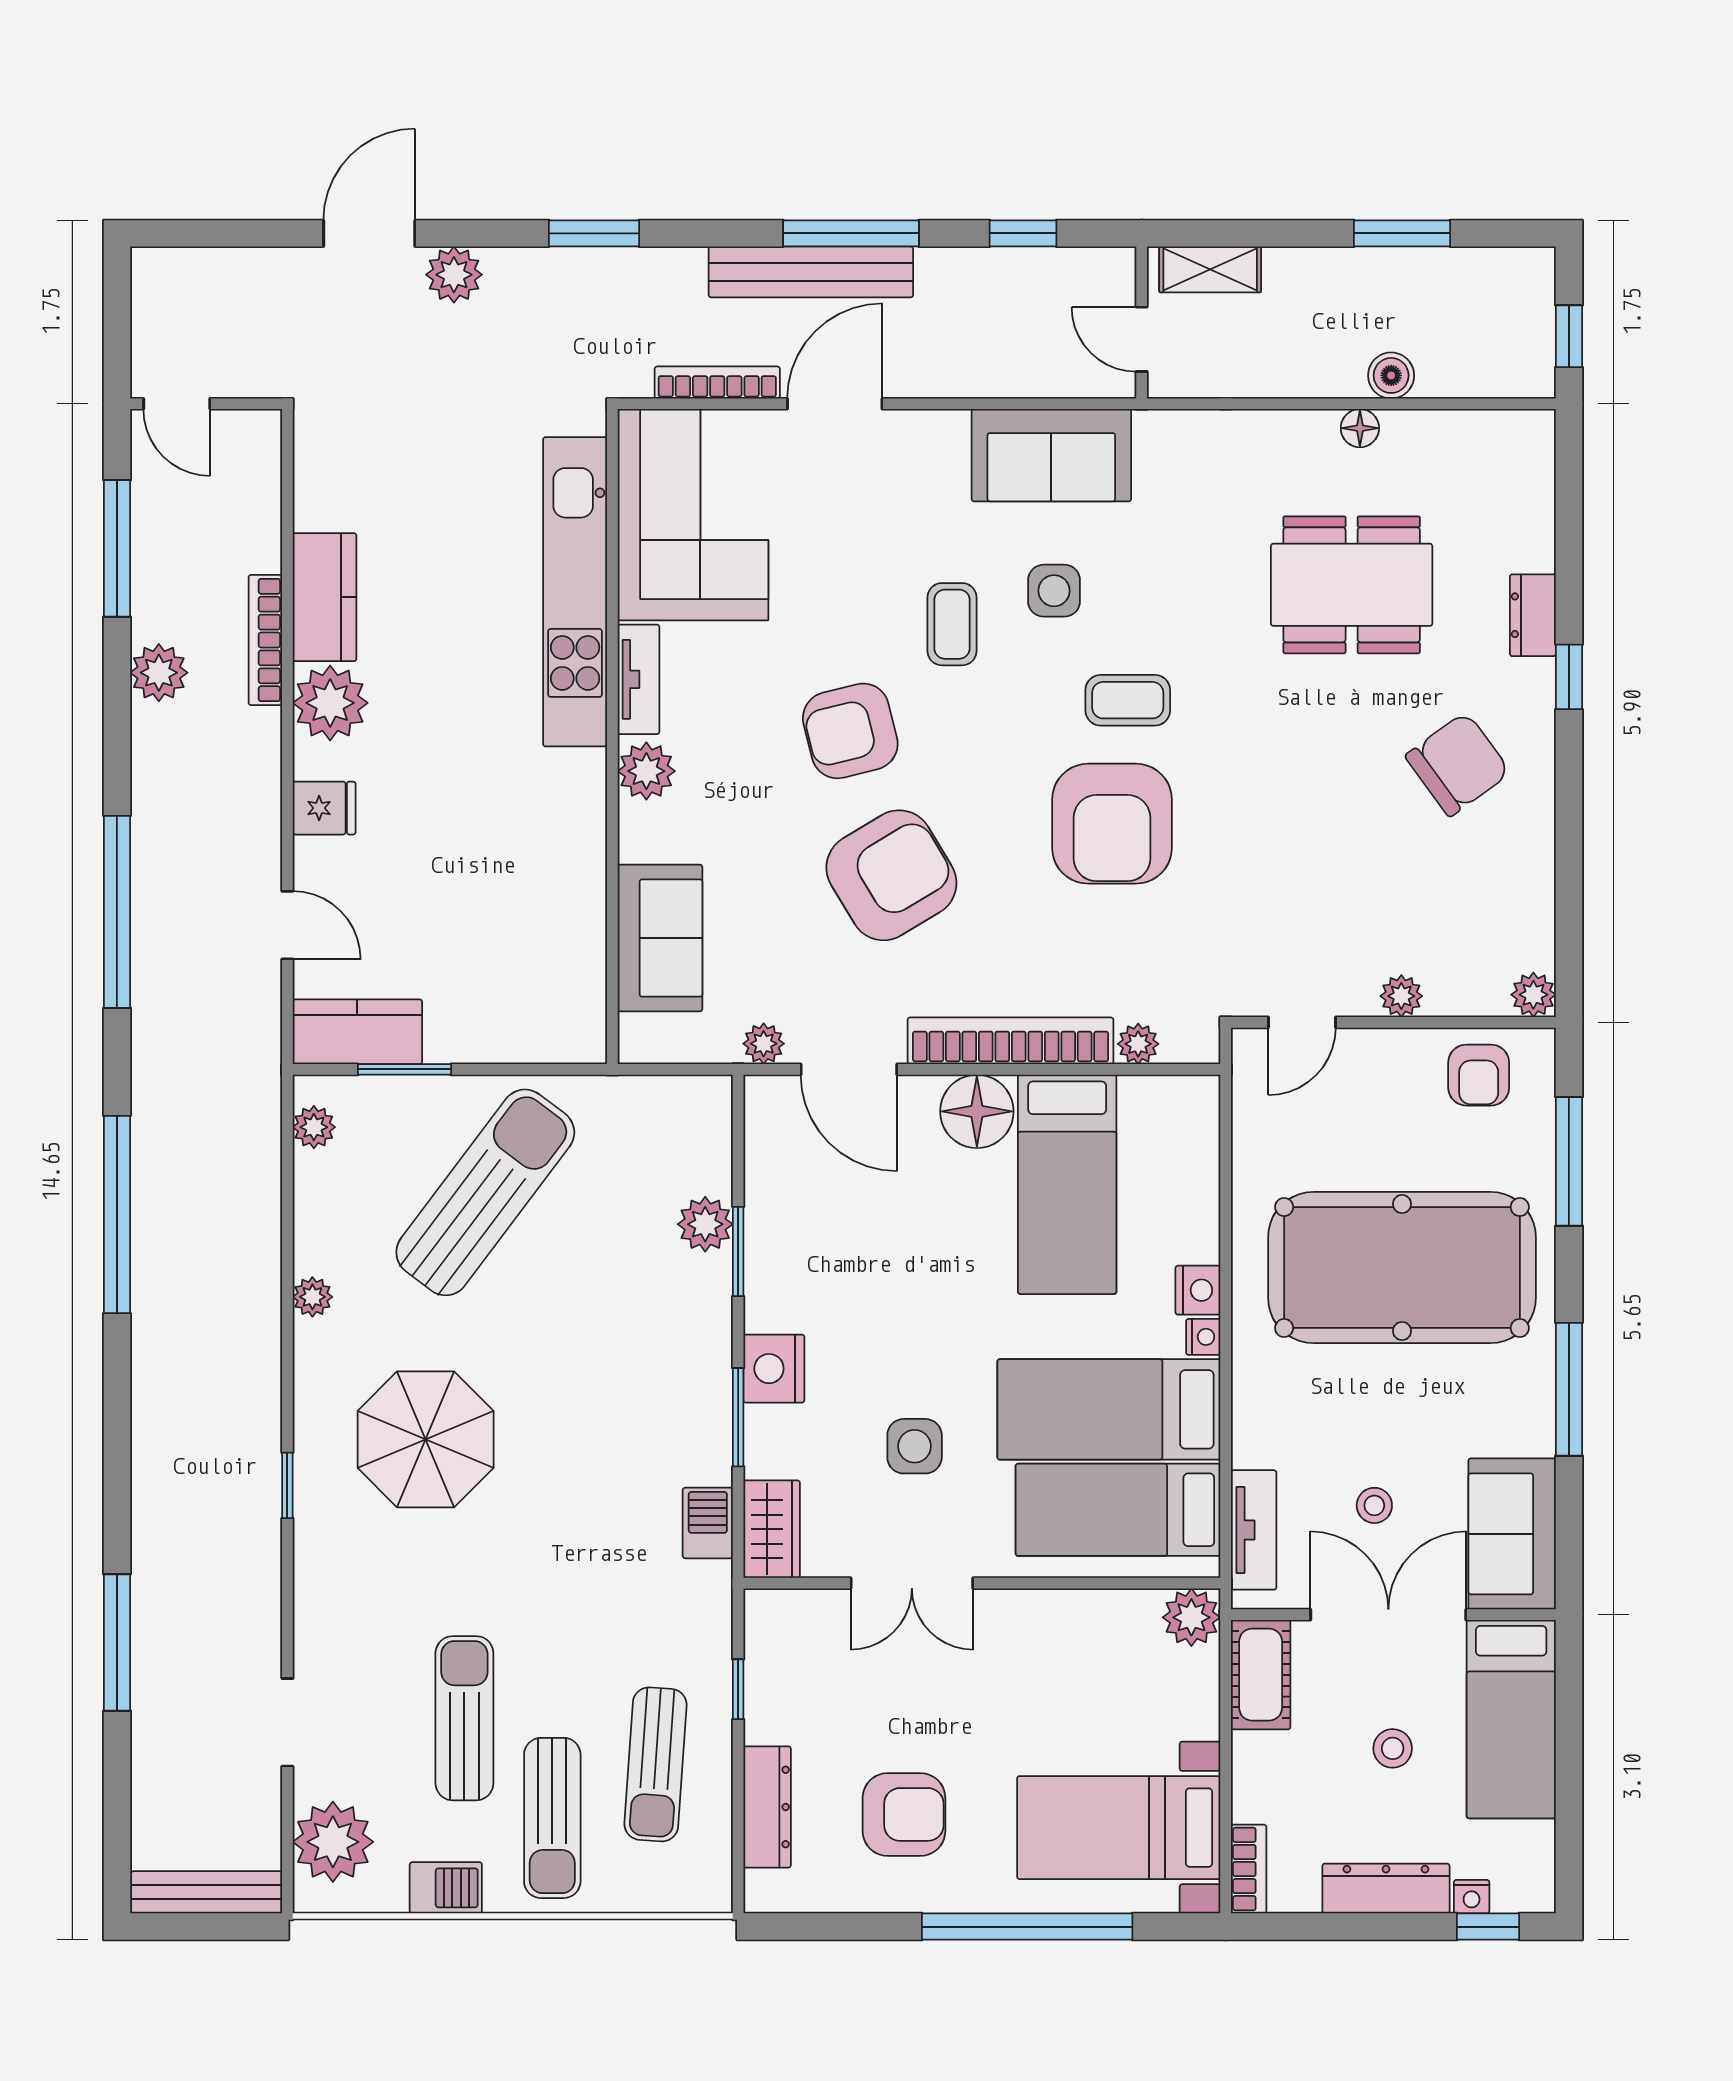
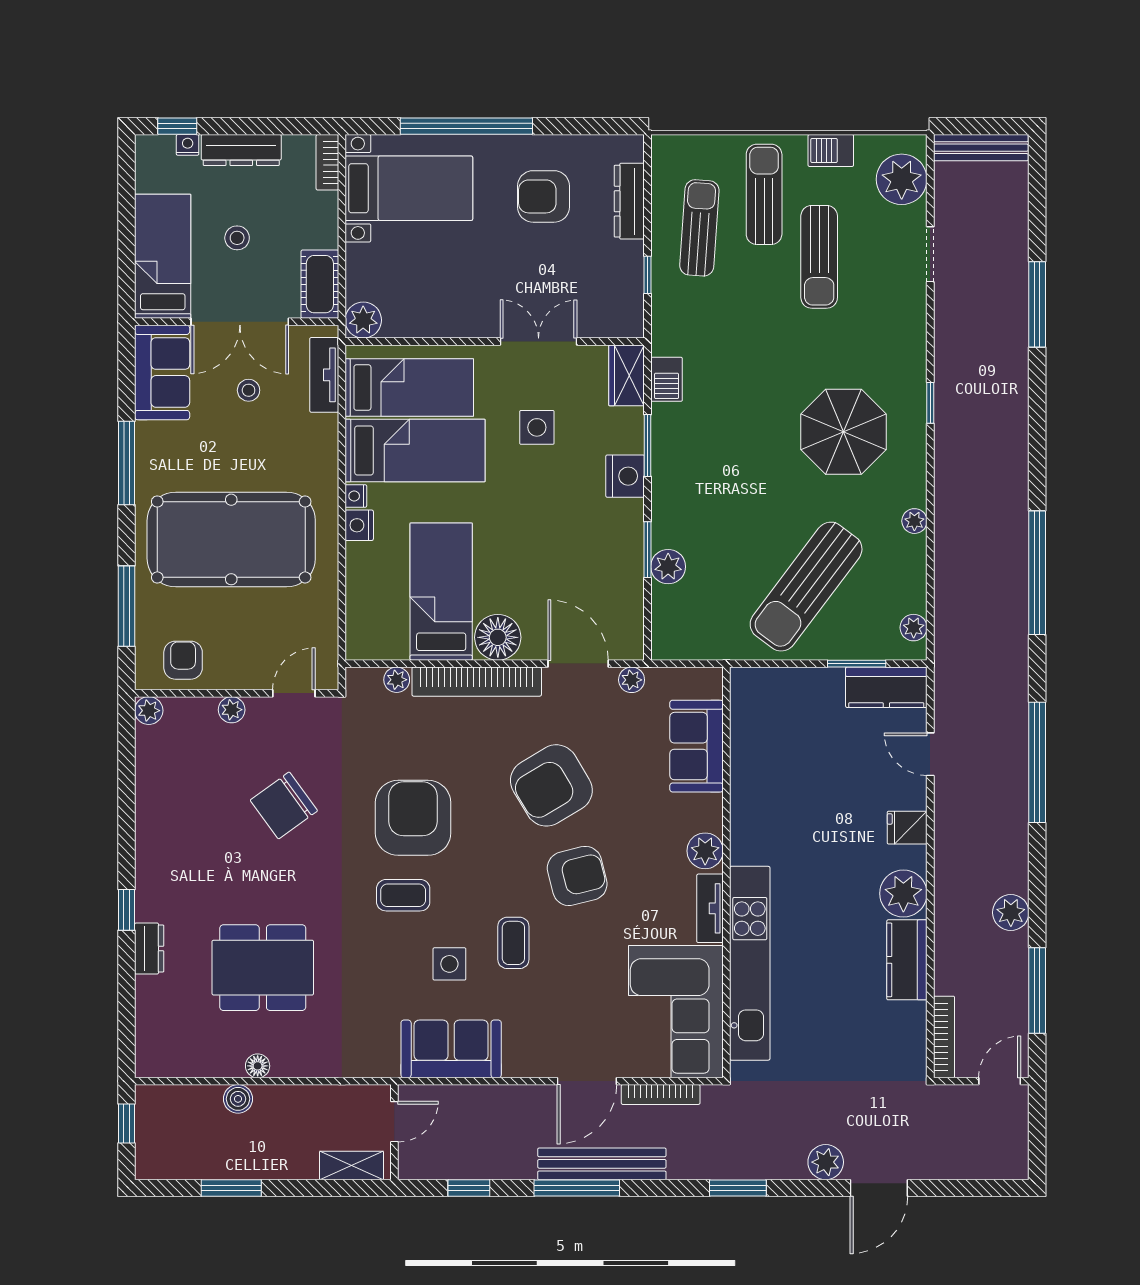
door: (1142, 339) -> (394, 1122), hinge flipped
door: (177, 404) -> (1000, 1081), hinge flipped
bookcase: (265, 640) -> (944, 1037), moved
chair: (1458, 764) -> (284, 805), moved

